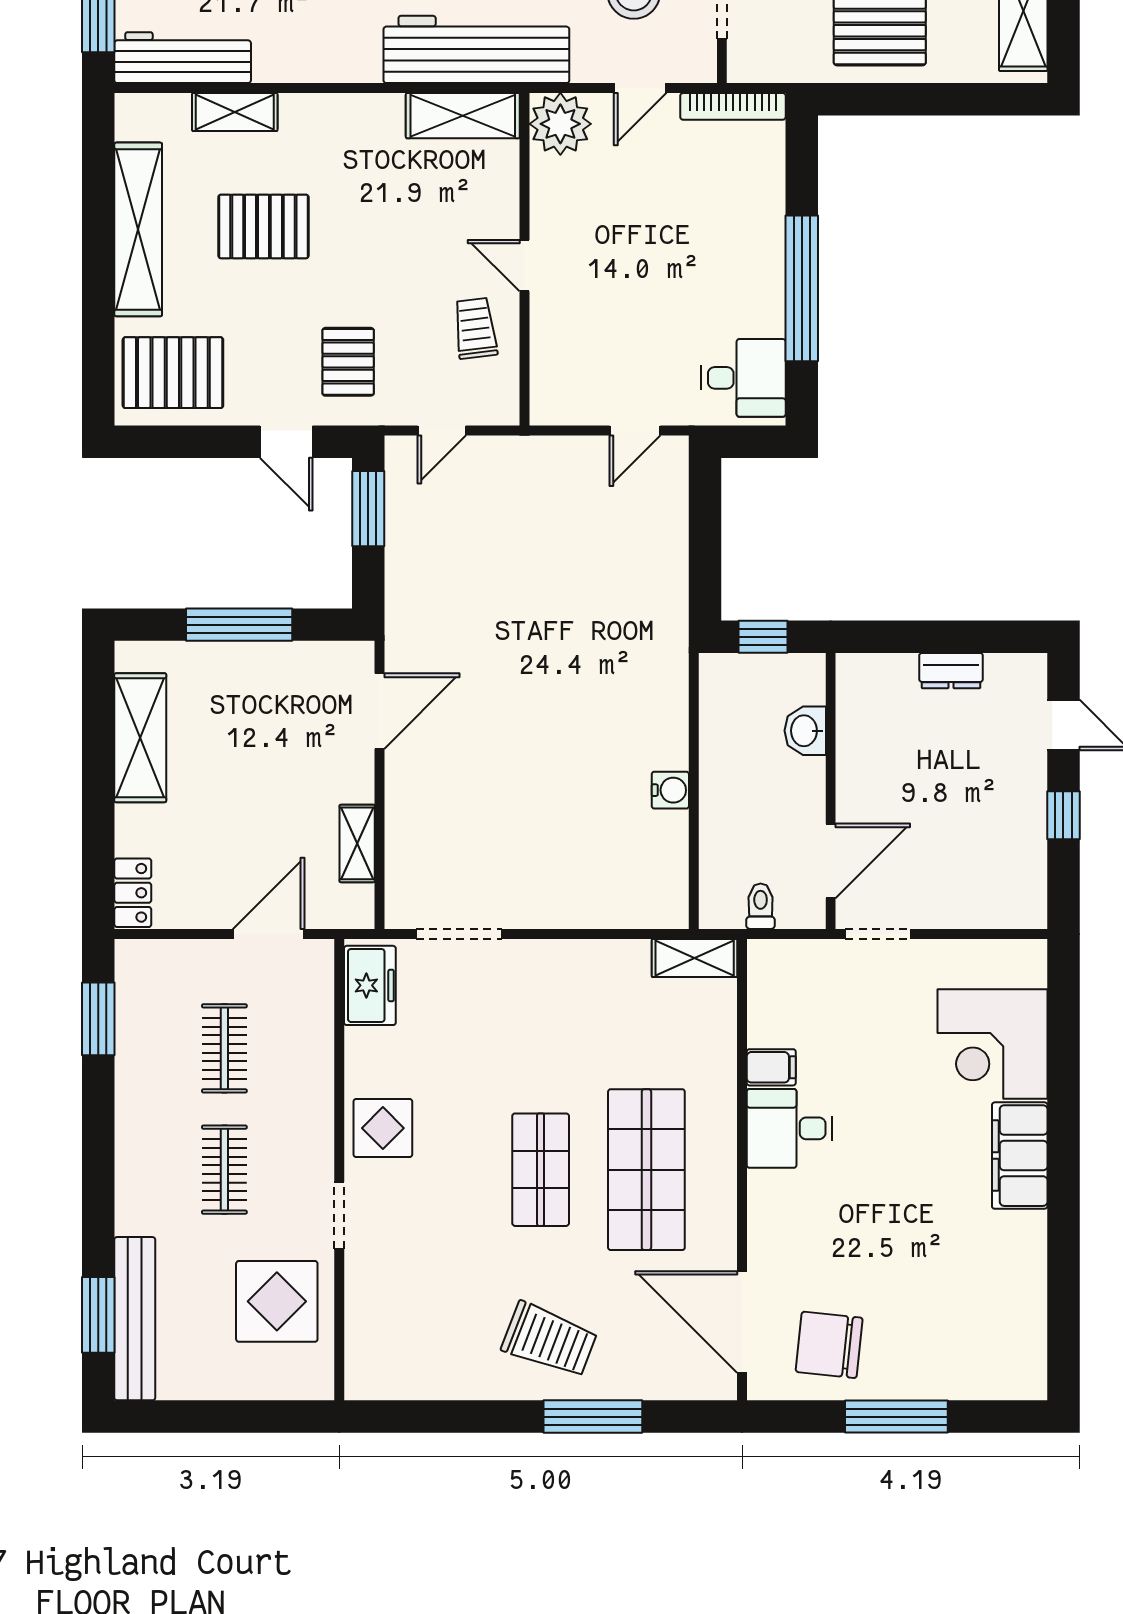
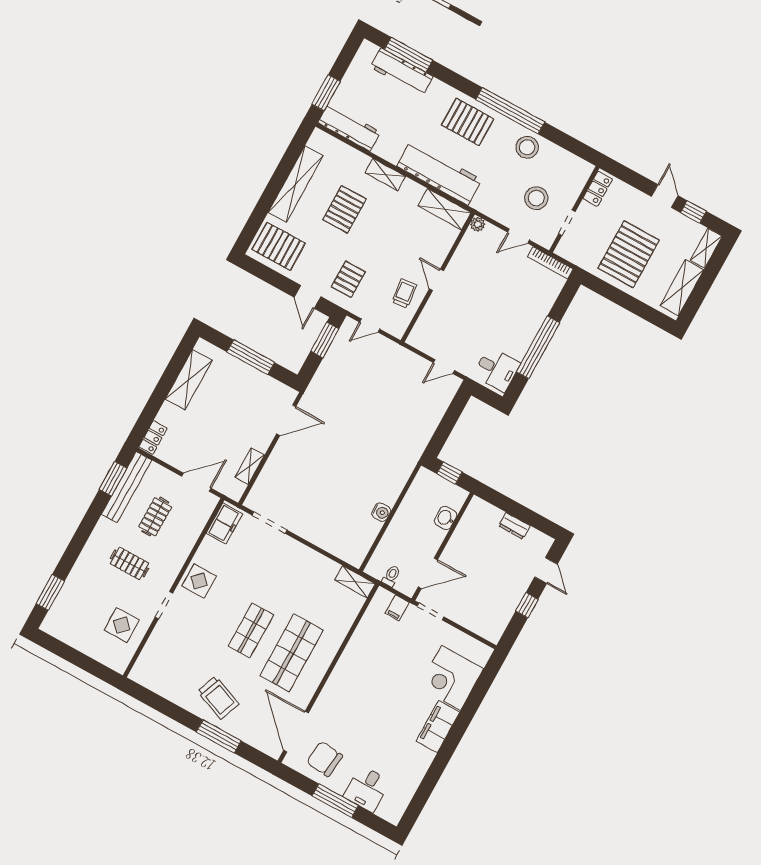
workbench: (476, 49) -> (439, 173), moved
shelving: (235, 112) -> (385, 175), moved
plant: (560, 124) -> (478, 224), width x0.53, depth x0.53
pallet: (263, 226) -> (344, 209), turned 90
filing cabinet: (771, 1067) -> (397, 608), moved, turned 90
desk: (790, 1128) -> (367, 789), moved, turned -90
clothes rail: (224, 1170) -> (129, 563), turned 90
display table: (277, 1301) -> (122, 625), width x0.73, depth x0.73
bench: (135, 1319) -> (127, 487), moved

